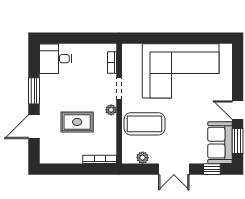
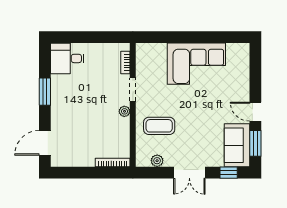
corner sofa: (181, 71) -> (196, 64), width x0.73, depth x0.74
rug: (77, 122) -> (89, 124), removed
coffee table: (145, 124) -> (159, 126), width x0.73, depth x0.76
door: (34, 127) -> (45, 143), moved

